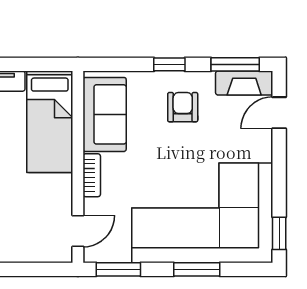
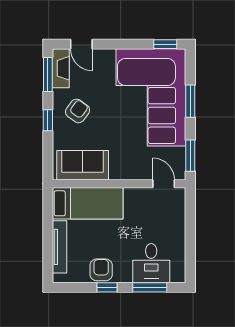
armchair: (183, 107) -> (78, 111), turned 126
bookcase: (92, 175) -> (125, 174), removed

